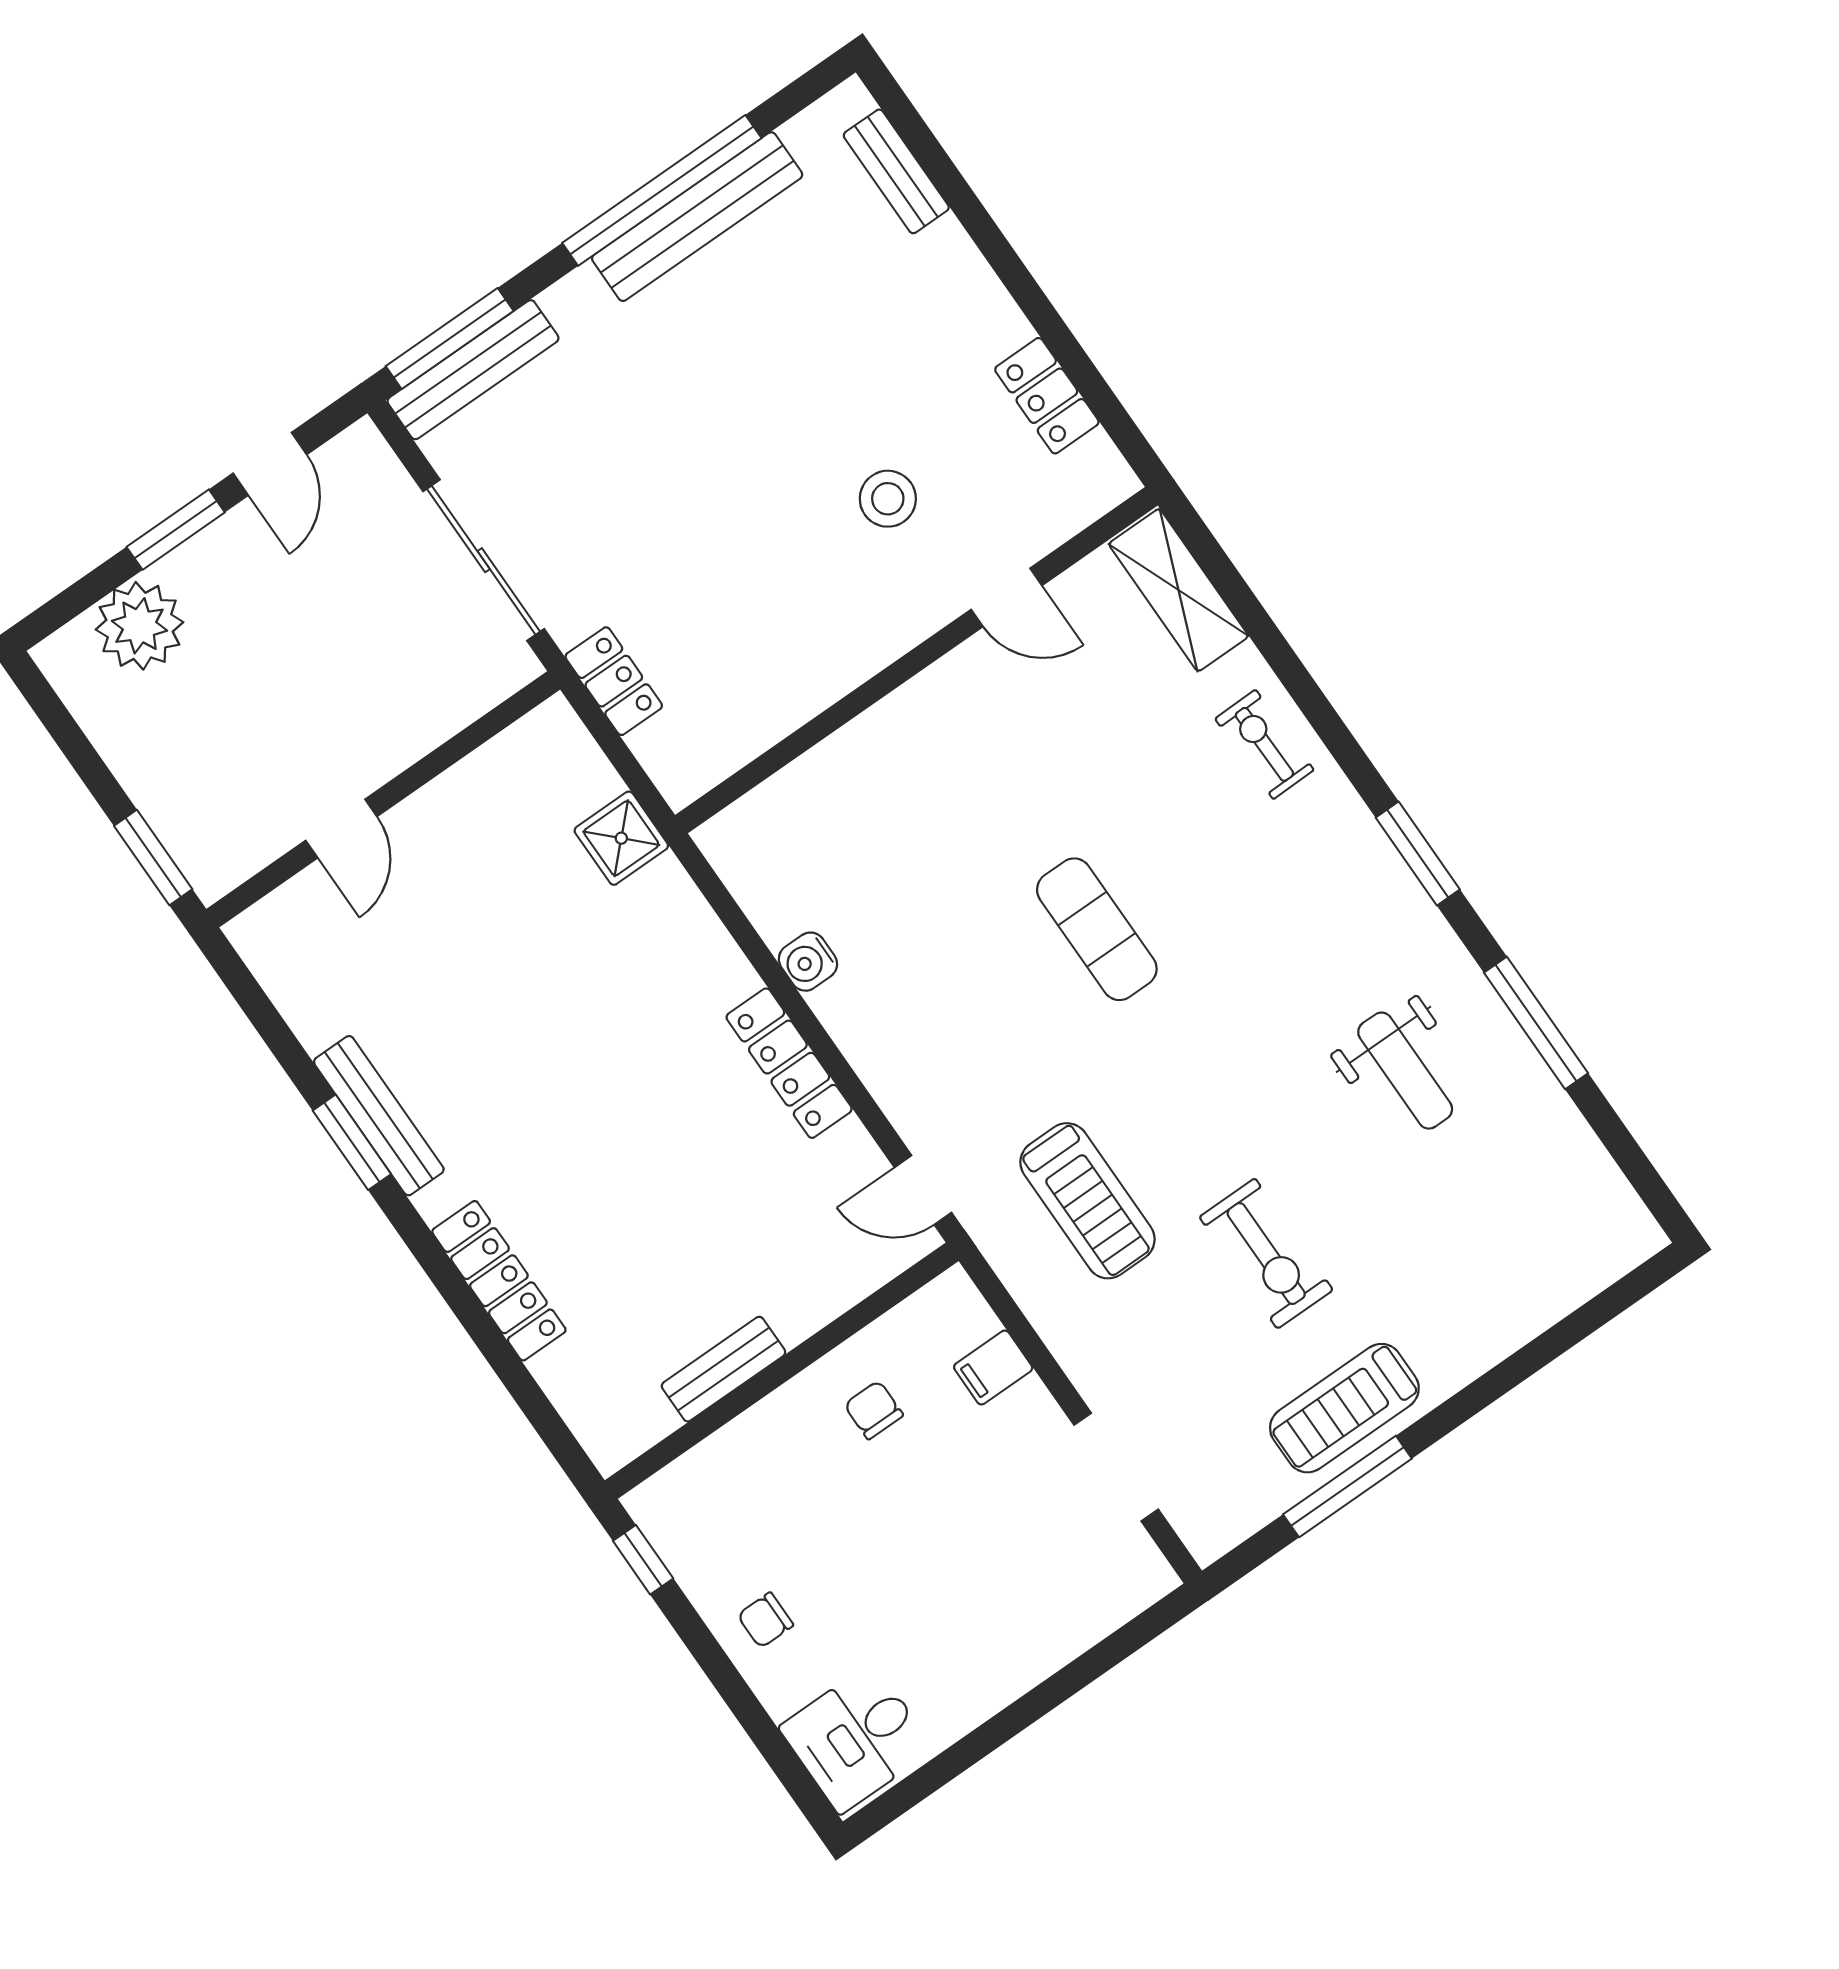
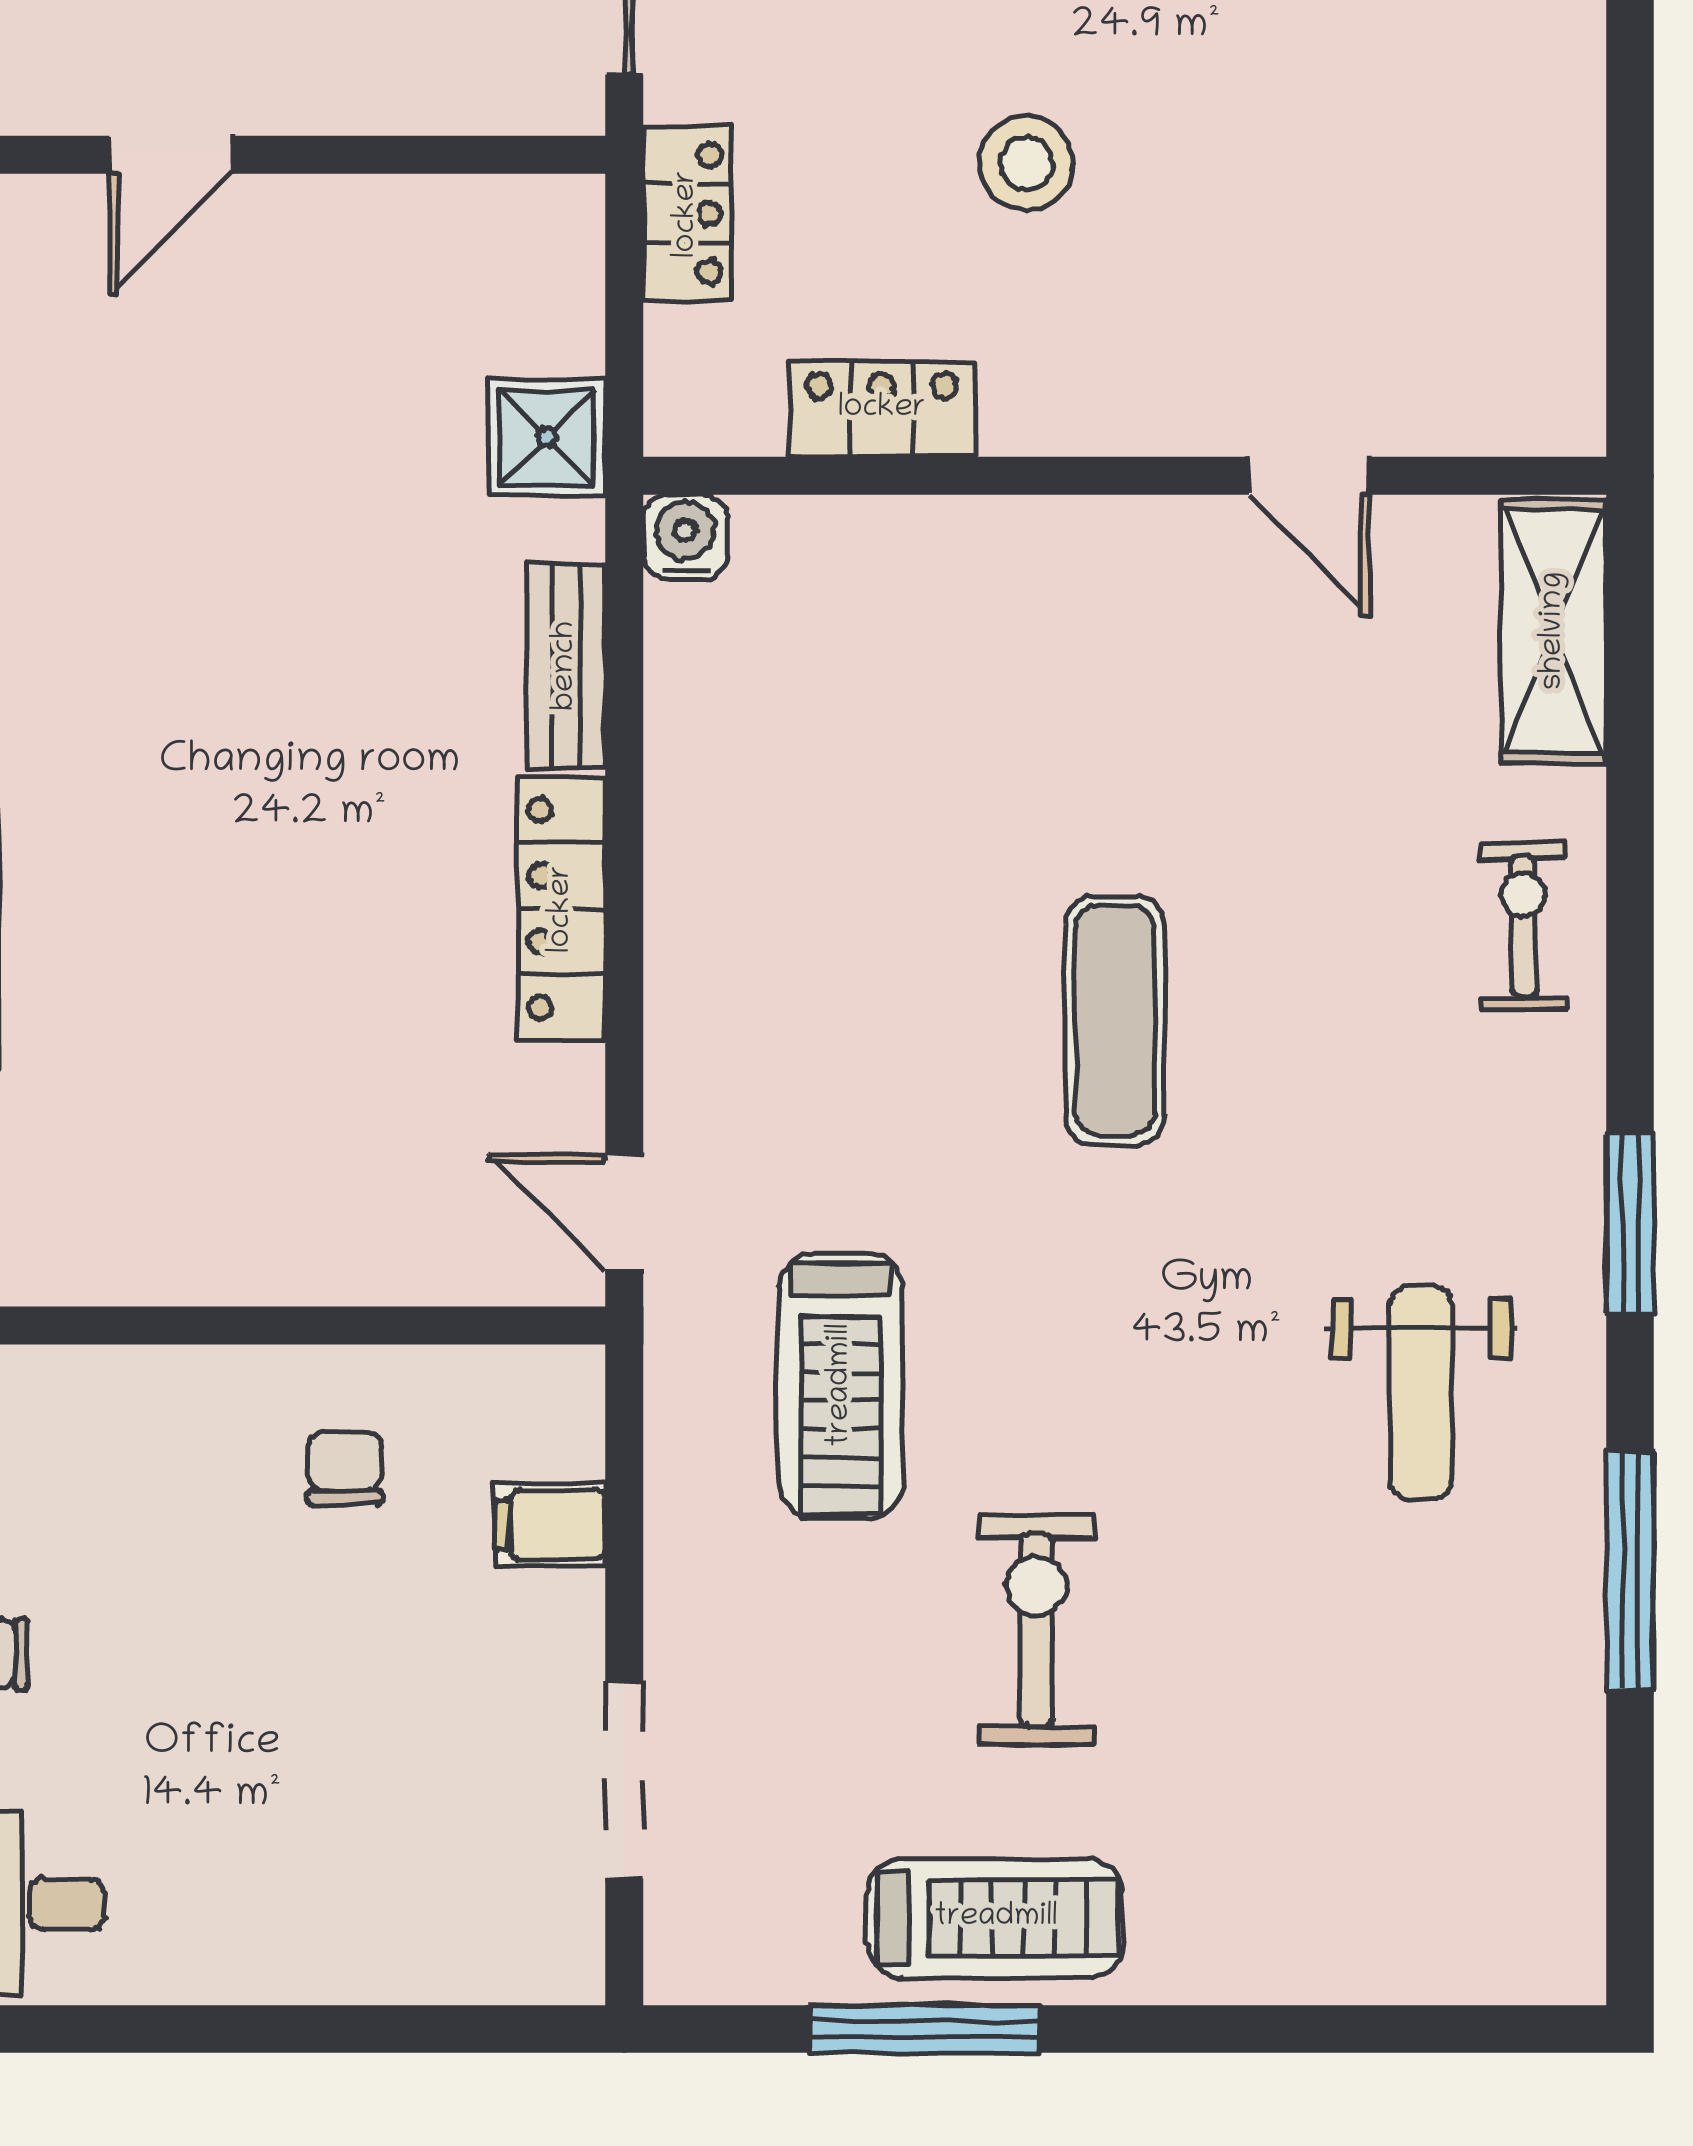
locker: (1047, 396) -> (882, 409), moved, turned 90
stool: (888, 499) -> (1026, 163), moved
water cooler: (808, 962) -> (685, 537), moved, turned 90
weight bench: (1405, 1071) -> (1421, 1392), moved
exercise bike: (1266, 1254) -> (1036, 1630), turned 180
bench: (724, 1369) -> (566, 666), moved, turned 90
treadmill: (1344, 1408) -> (996, 1918), turned 180

